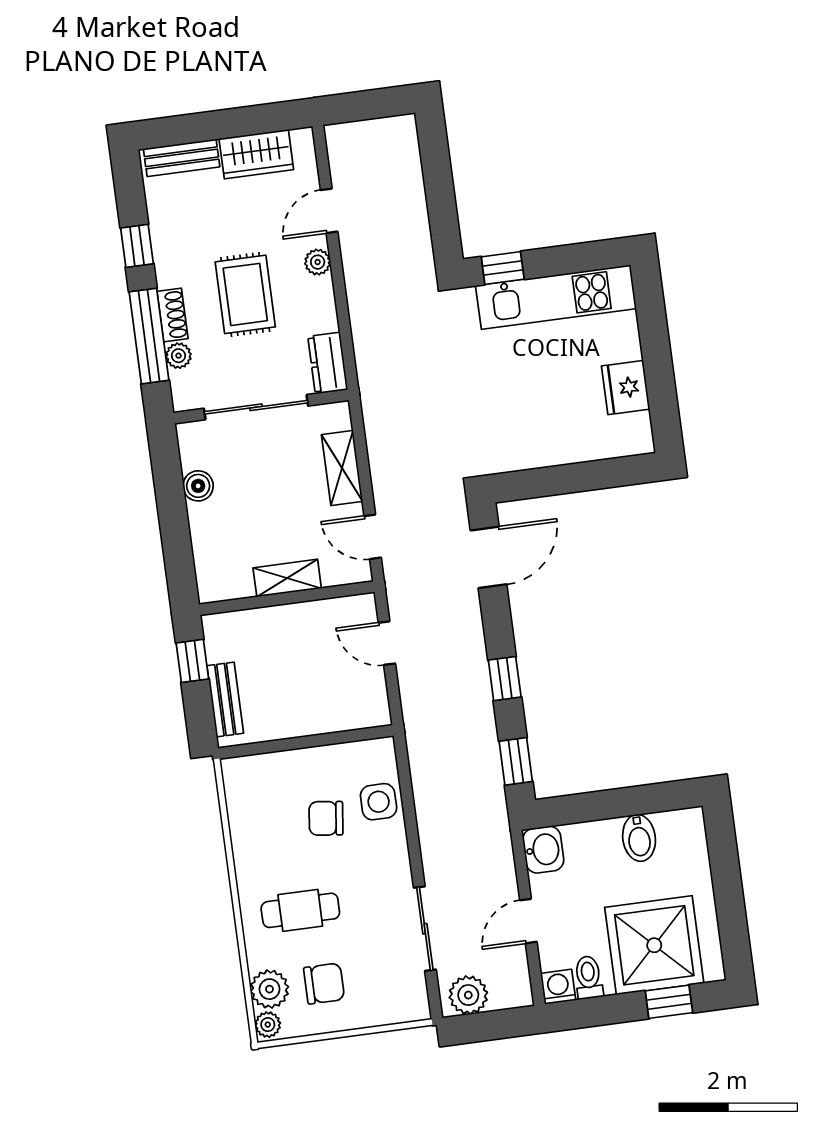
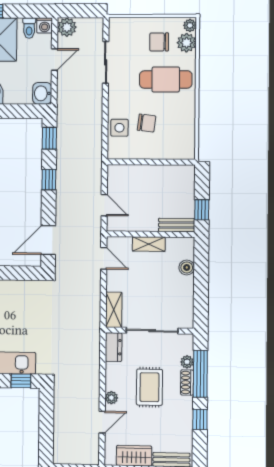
shelving: (342, 468) -> (114, 310), moved
boiler: (198, 486) -> (187, 267), moved
bench: (225, 699) -> (177, 225), moved, turned 90
cafe table: (300, 910) -> (166, 79), width x1.37, depth x1.35
plant: (468, 995) -> (67, 27), moved

